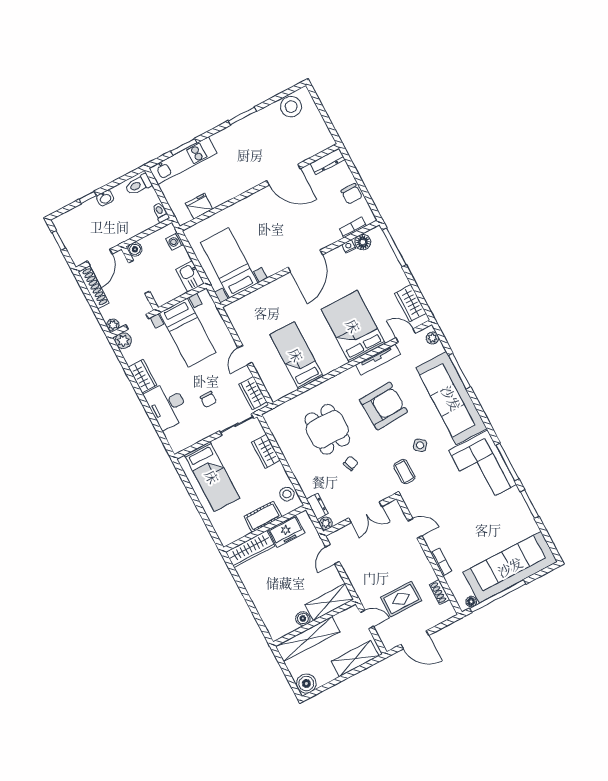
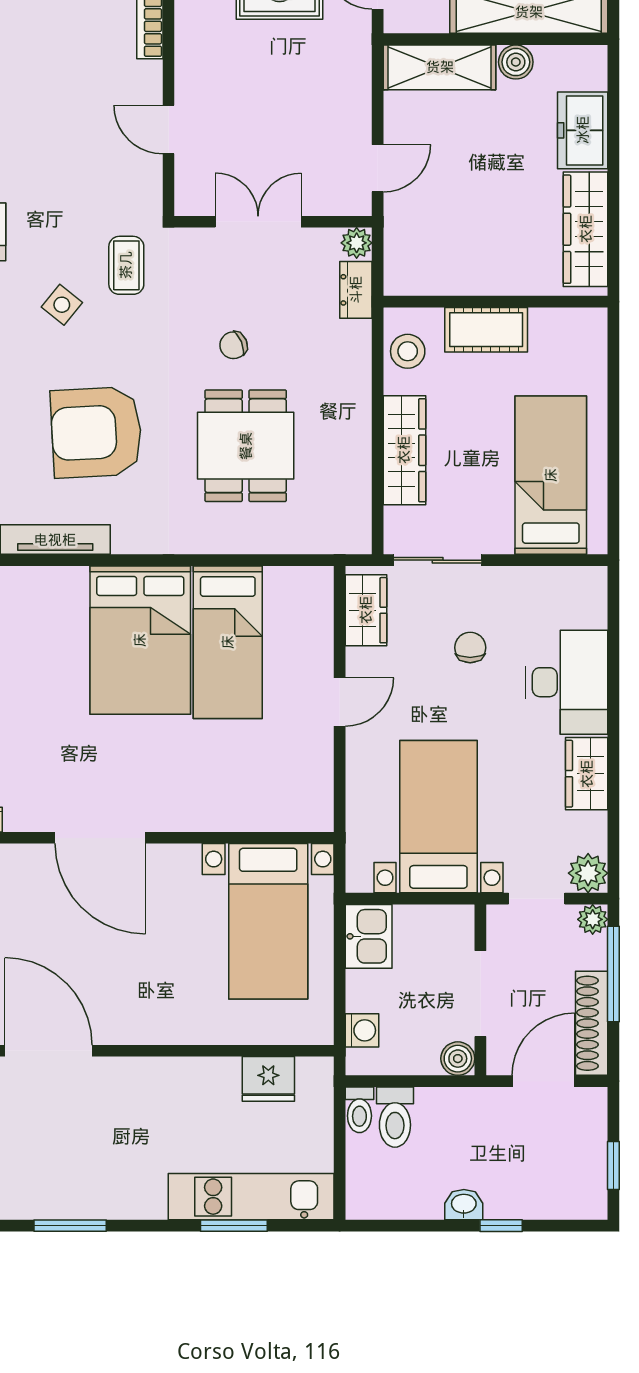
toilet: (139, 185) -> (395, 1117), moved, turned 90
door: (305, 261) -> (100, 838), swing flipped
window: (95, 309) -> (613, 974), added
bed: (353, 326) -> (140, 640), moved
wardrobe: (266, 451) -> (404, 450), width x1.50
freezer: (286, 531) -> (583, 130), moved, turned -90
wardrobe: (250, 549) -> (586, 229), moved, turned -90

